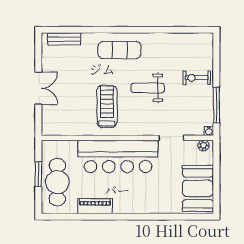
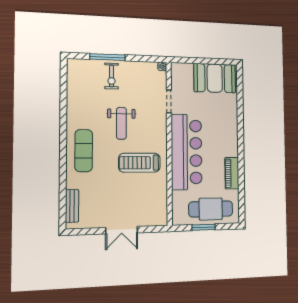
double door: (38, 88) -> (122, 230), swing flipped
window: (216, 105) -> (108, 57), moved
plant: (203, 146) -> (176, 72), removed

